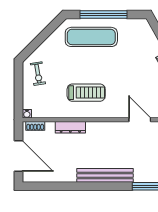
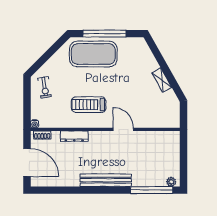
exercise mat: (91, 37) -> (93, 54), width x1.47
treadmill: (86, 93) -> (89, 105), turned 180
door: (140, 120) -> (123, 129), moved

